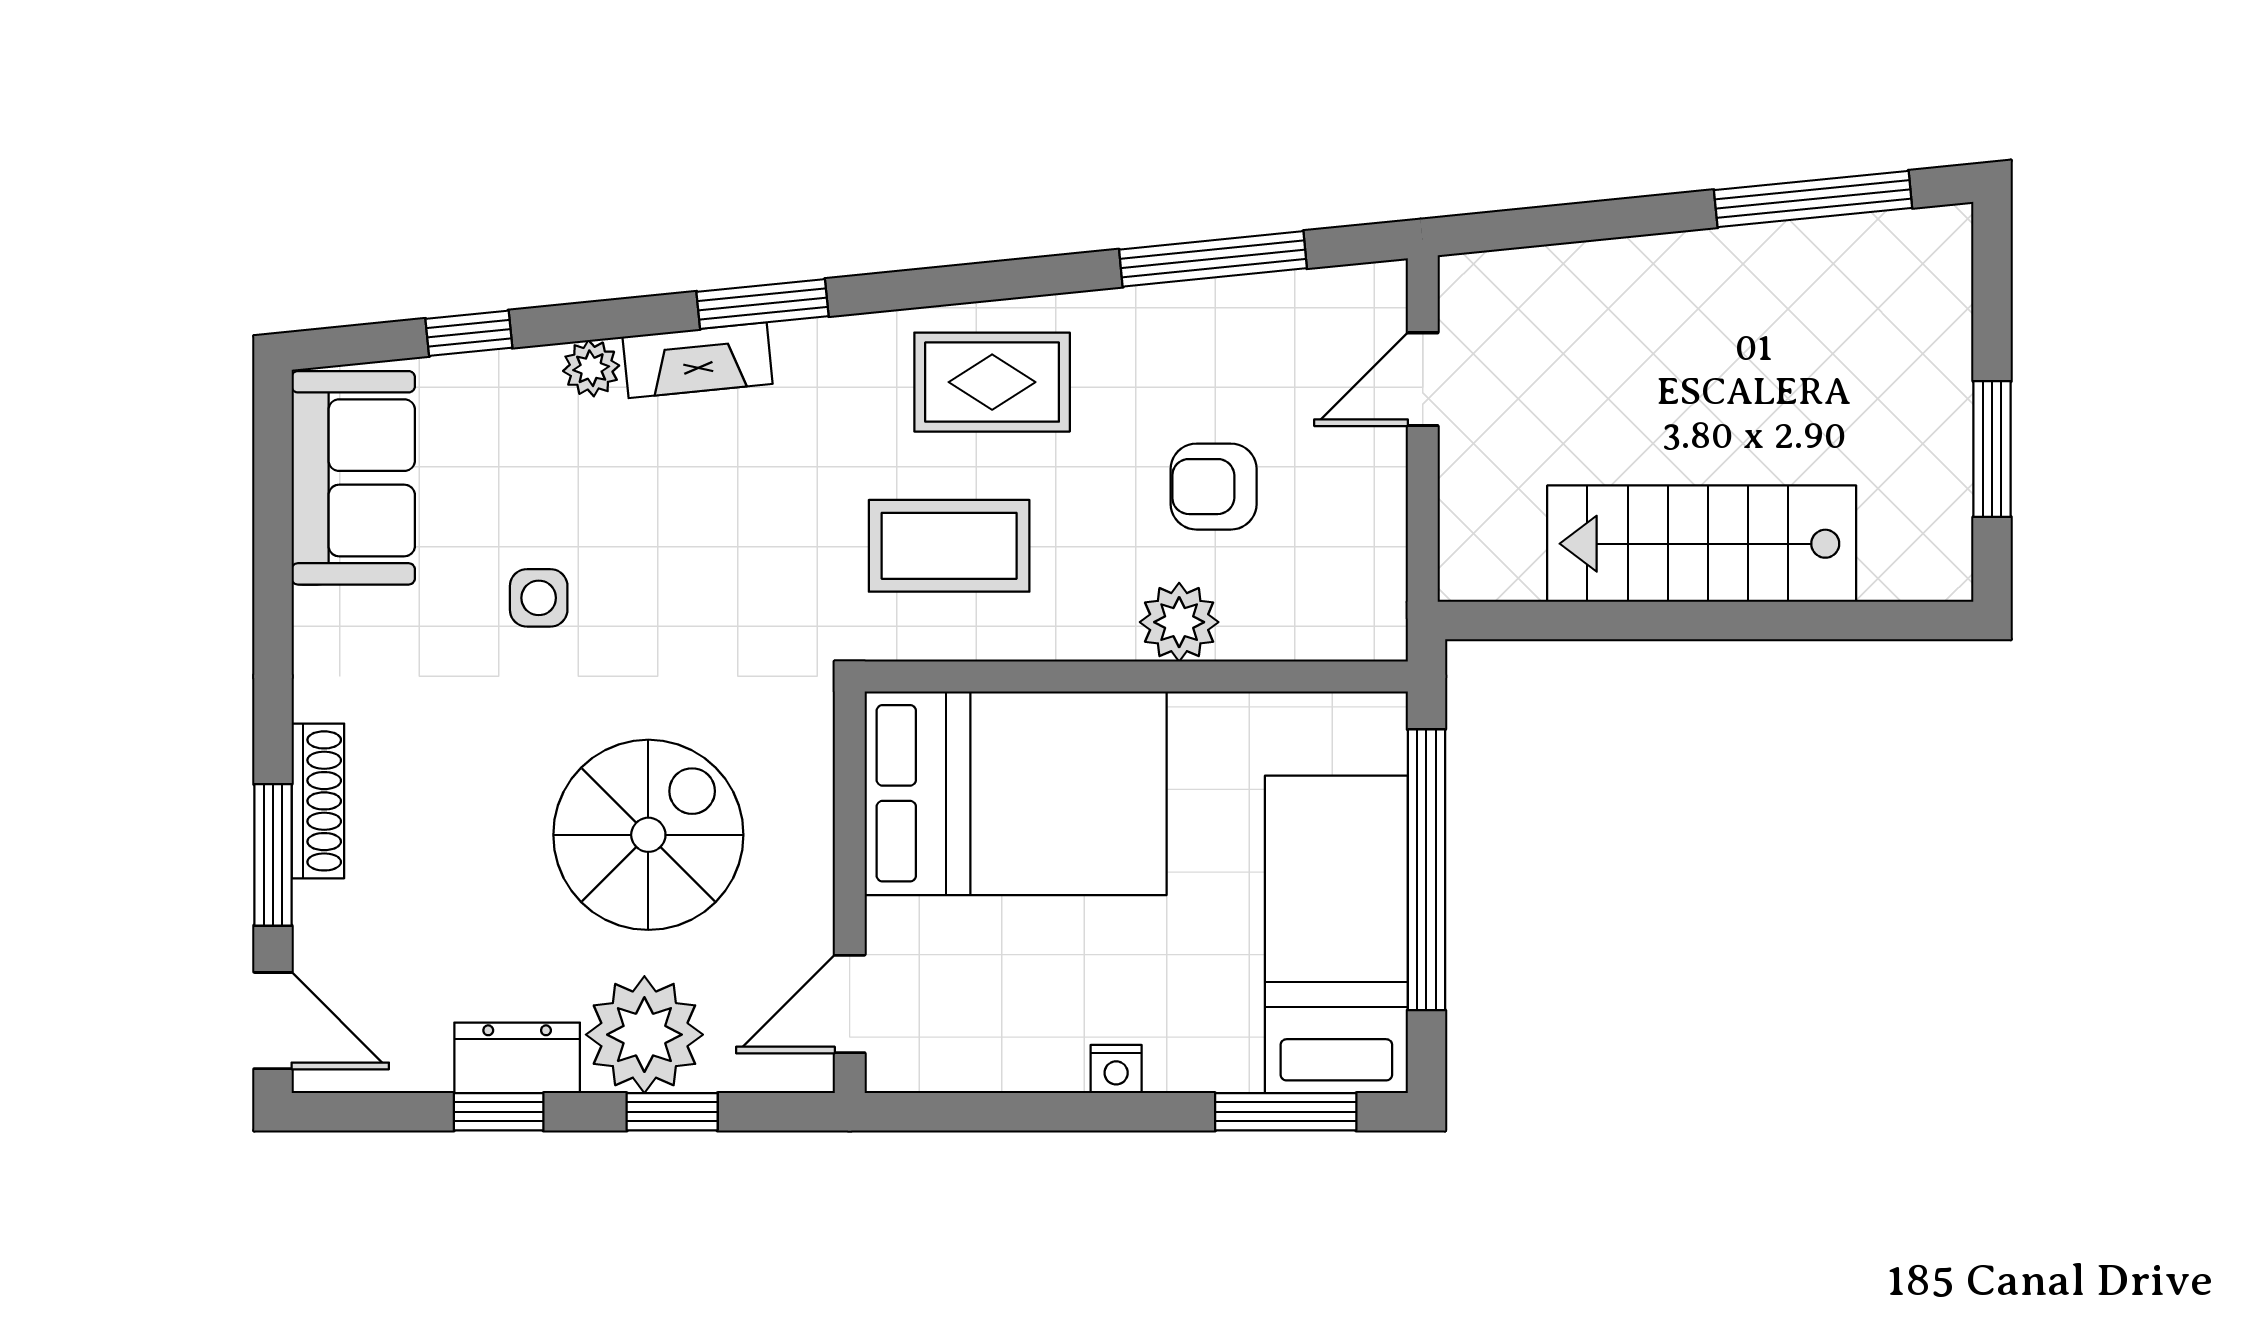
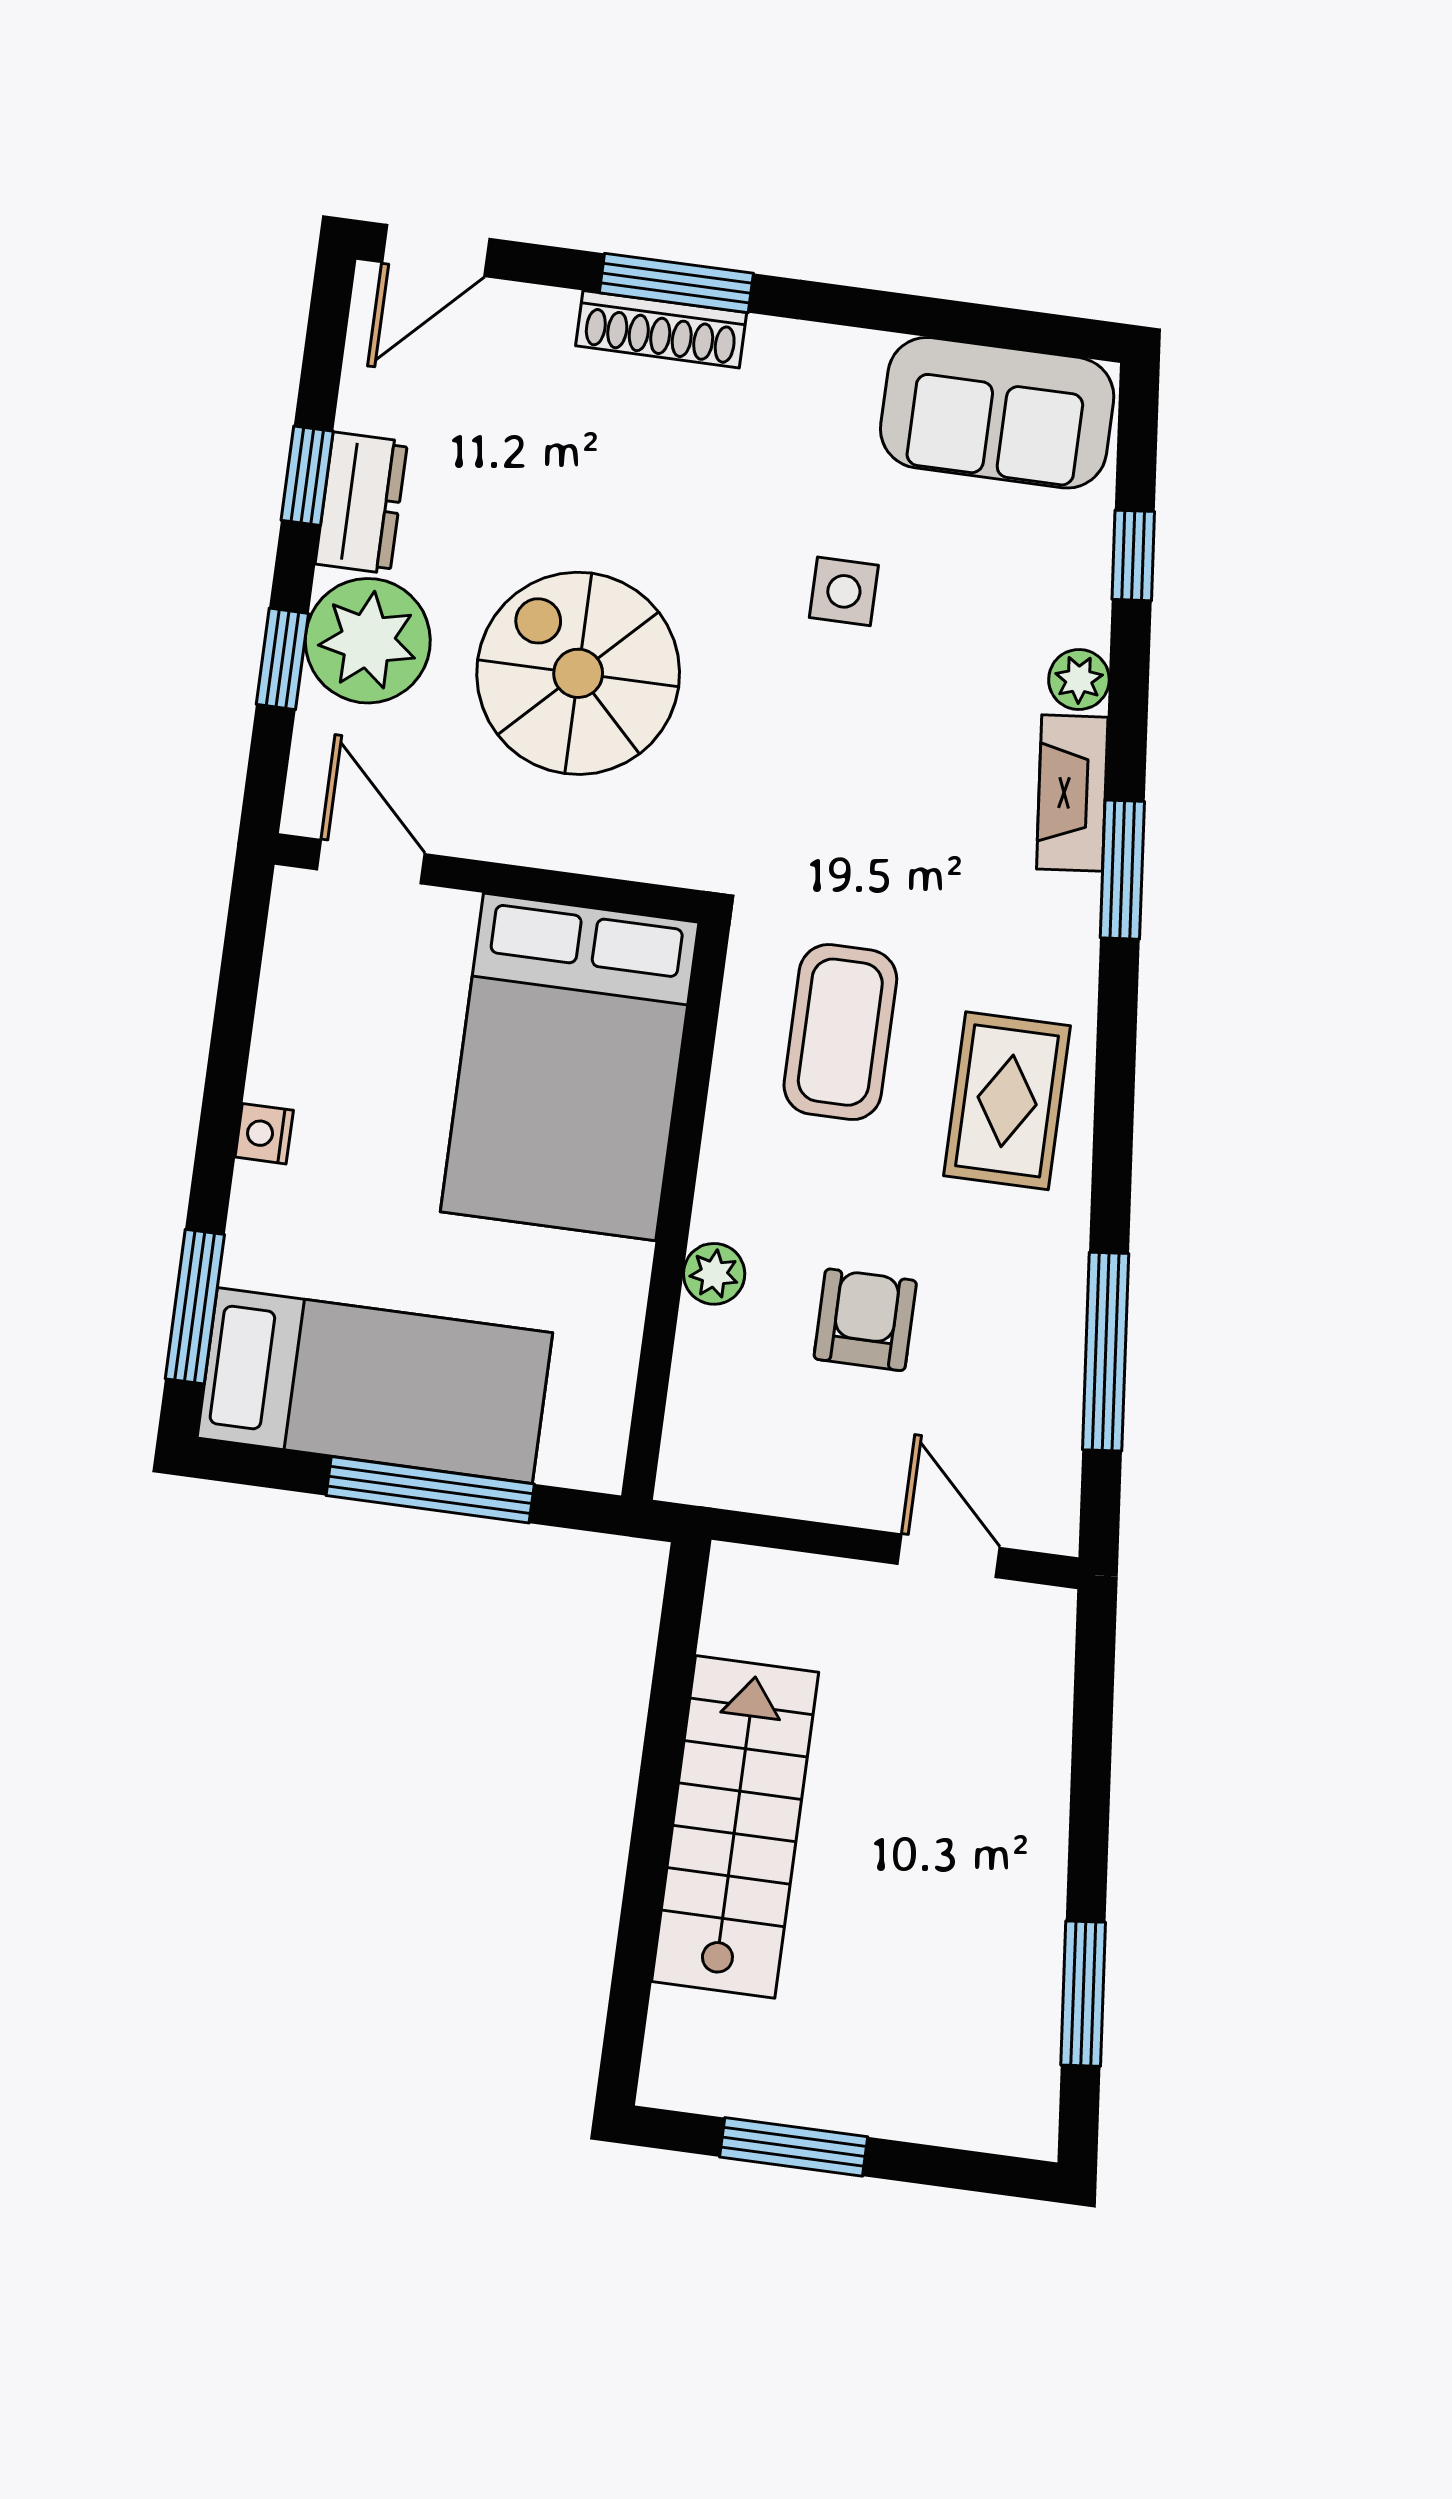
window: (1813, 199) -> (1083, 1994), width x0.69
plant: (1179, 622) -> (714, 1274), width x0.73, depth x0.73
spiral stairs: (648, 835) -> (578, 673), turned 180
window: (273, 855) -> (676, 283), moved
window: (1426, 870) -> (430, 1490), width x0.68

